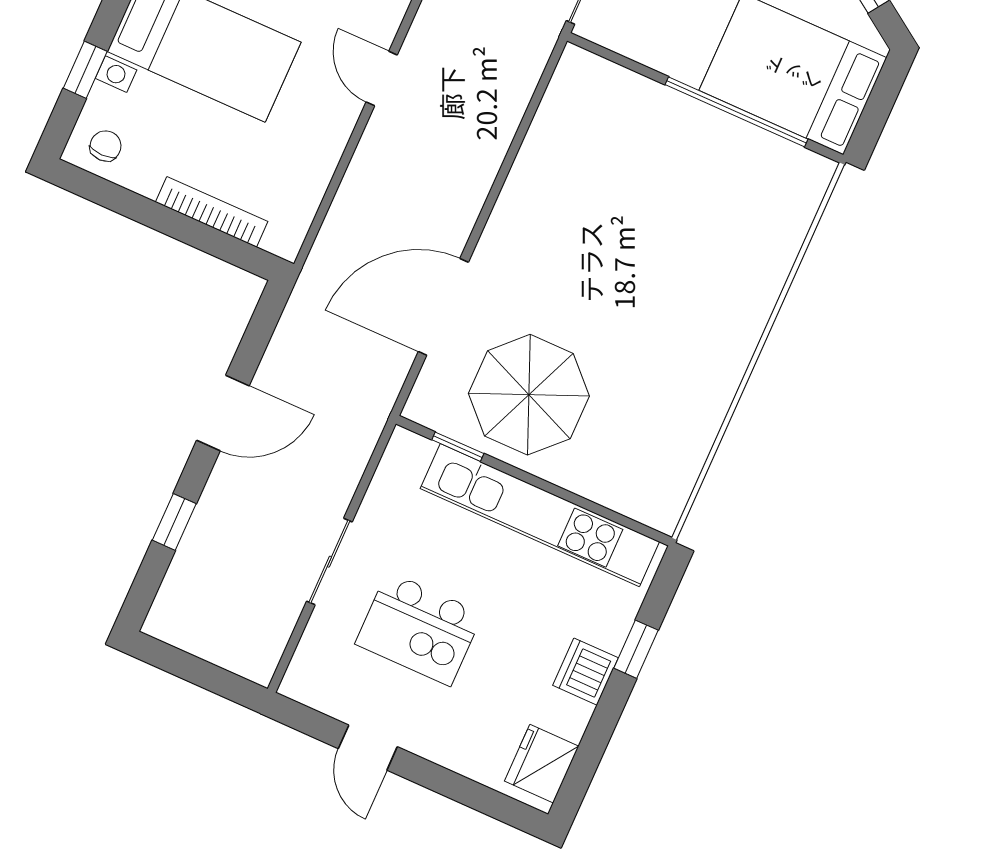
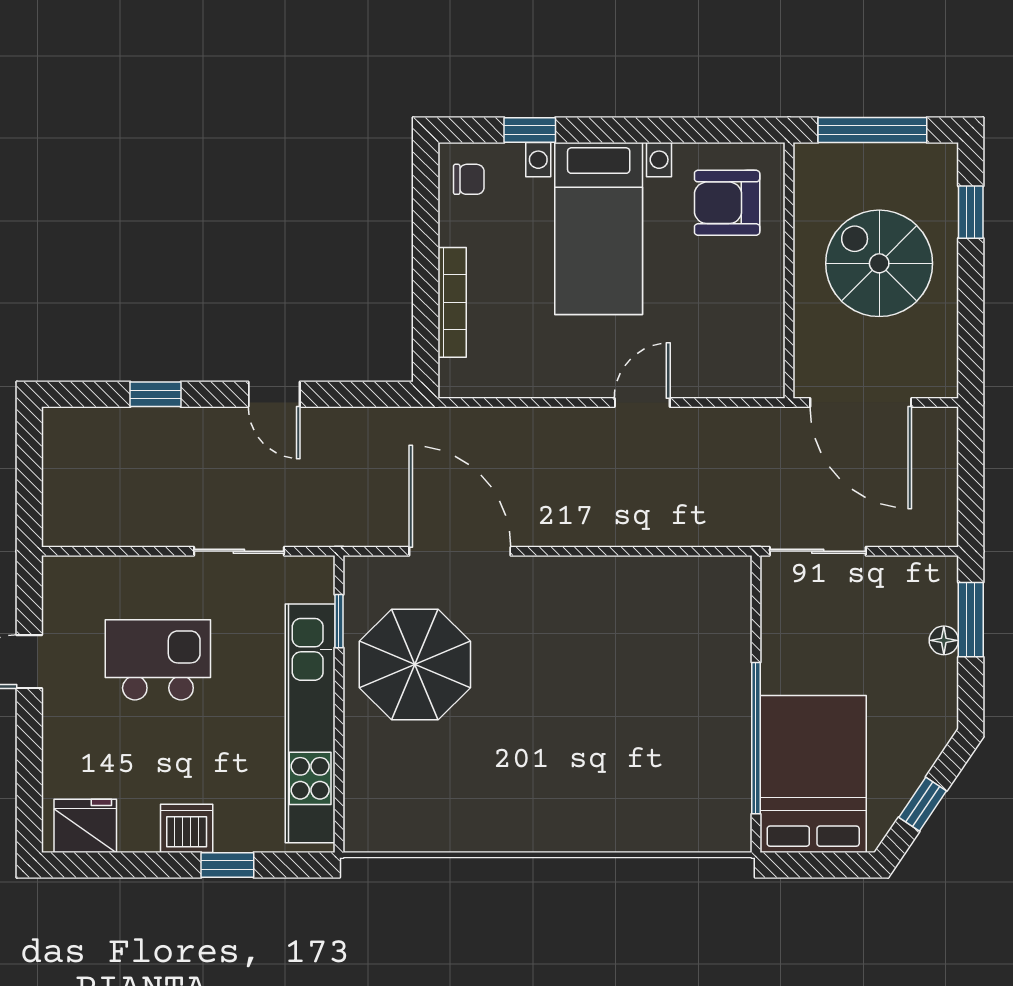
door: (223, 413) -> (274, 394), width x0.73
sliding door: (329, 562) -> (239, 551), moved
kitchen island: (419, 629) -> (158, 660), turned 90

